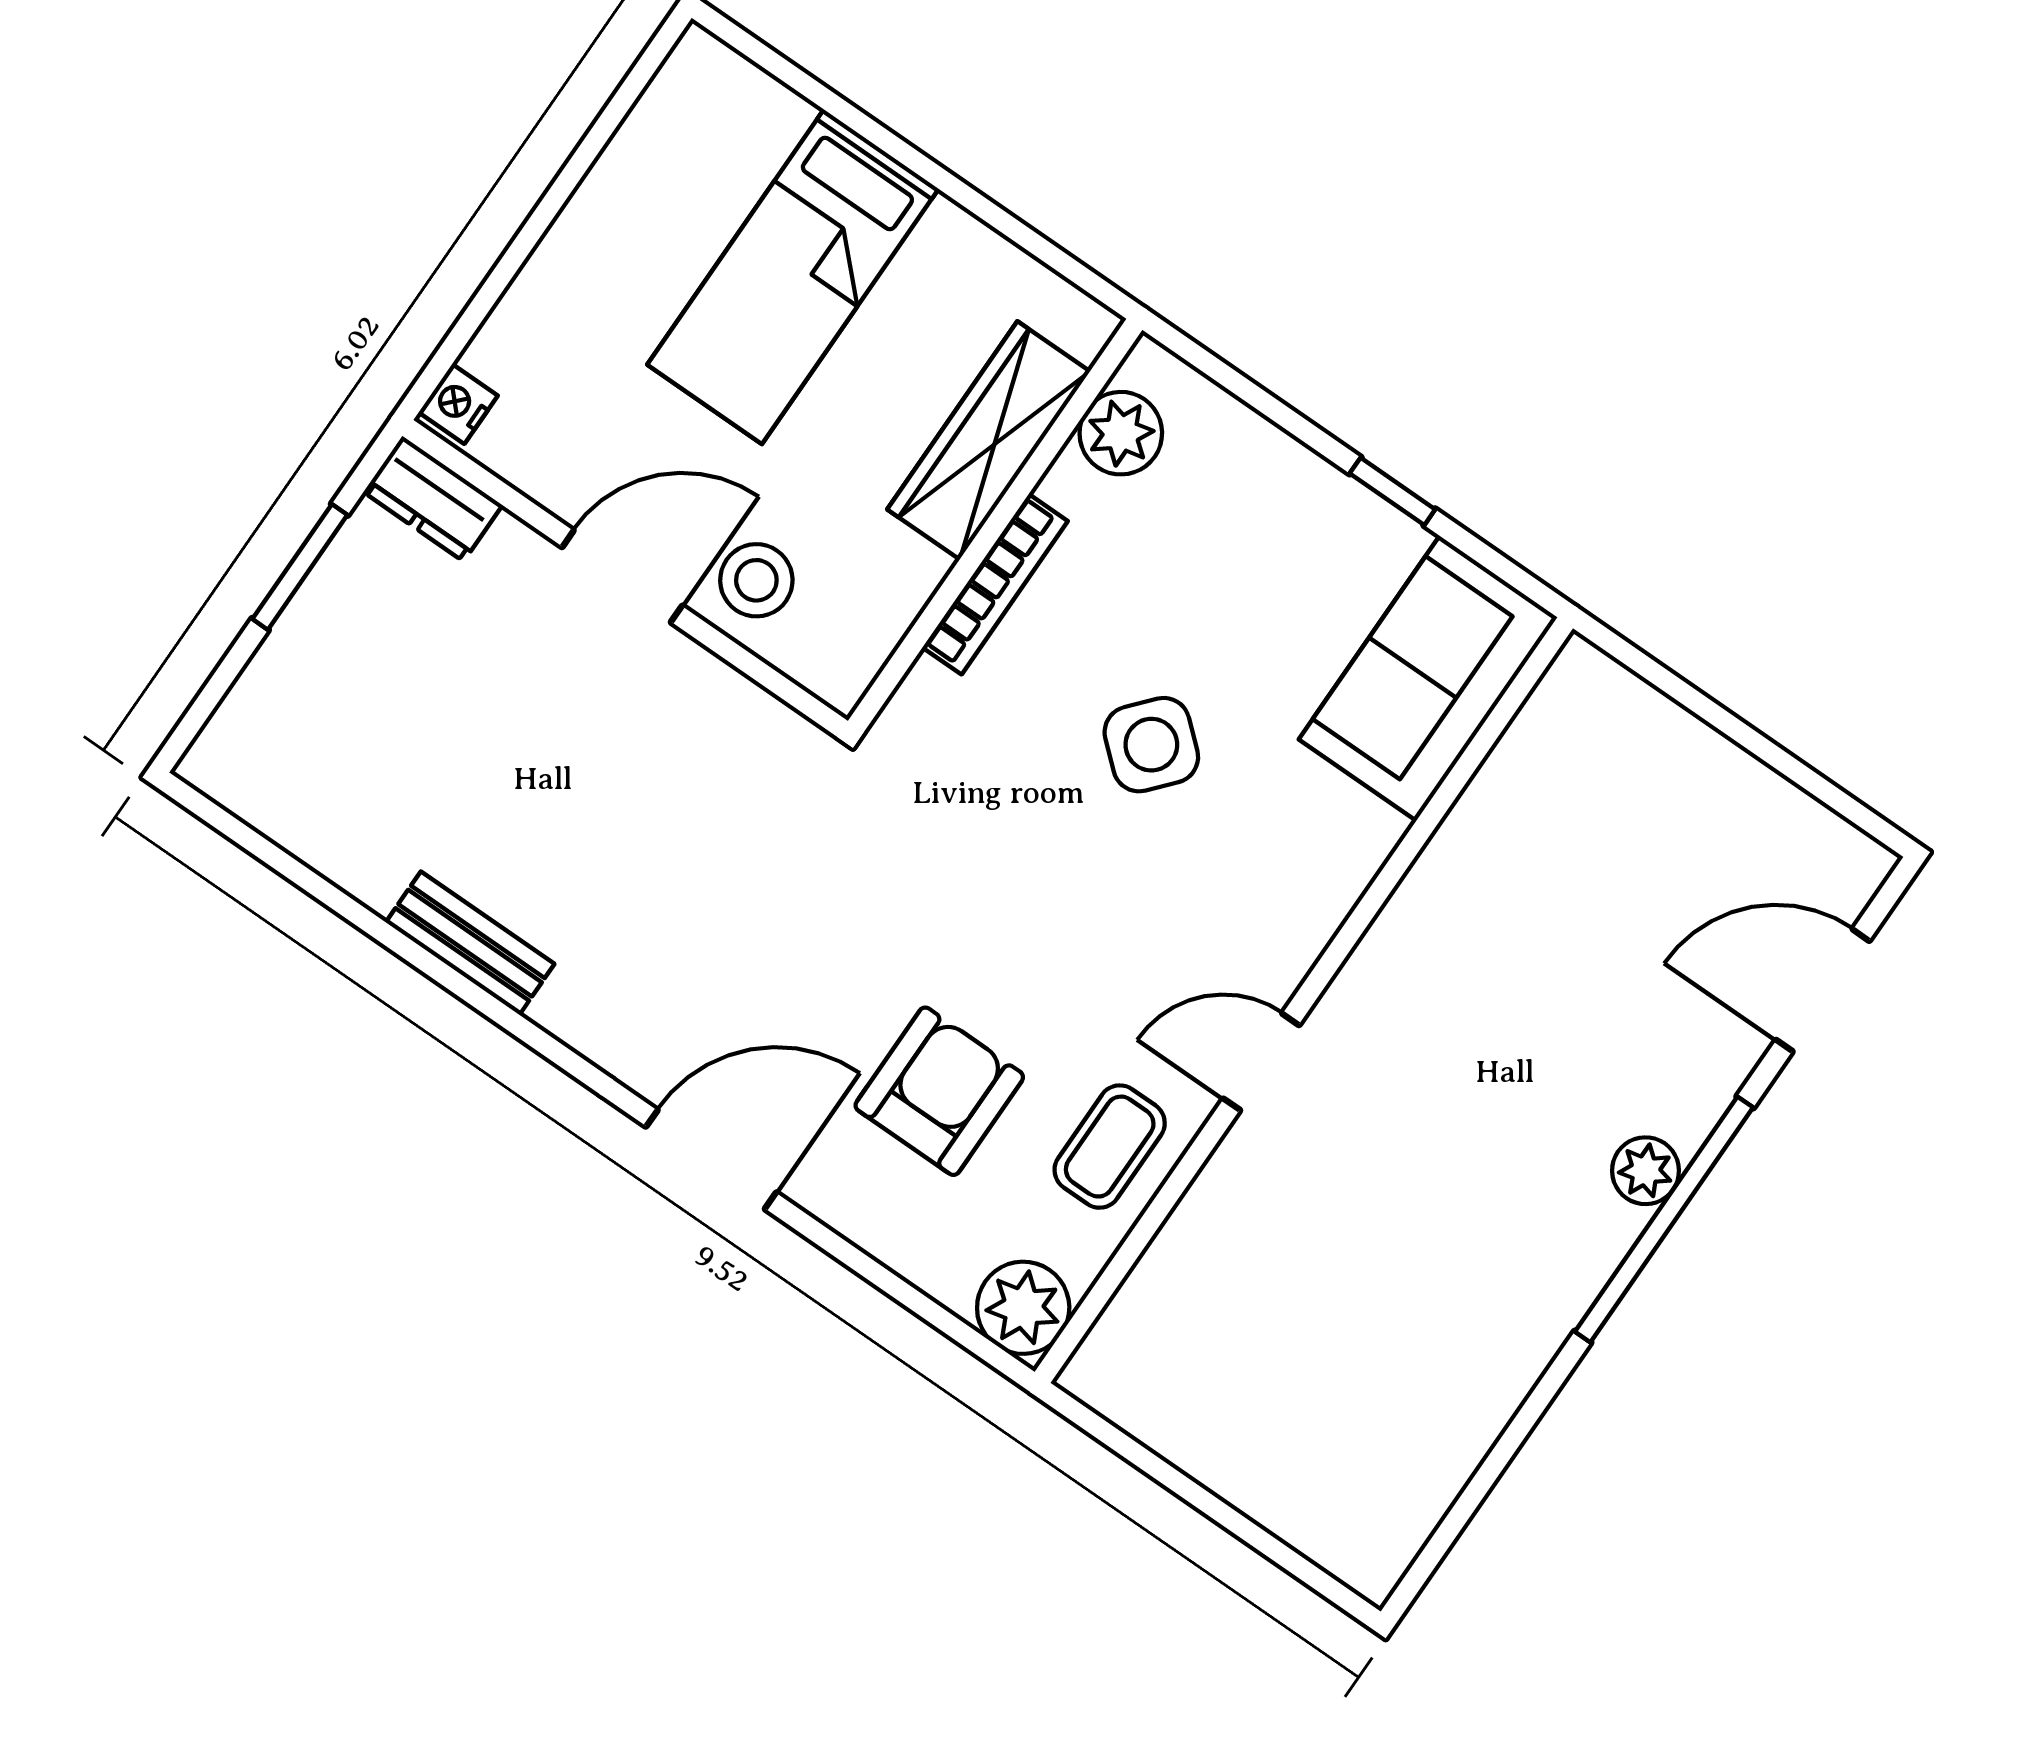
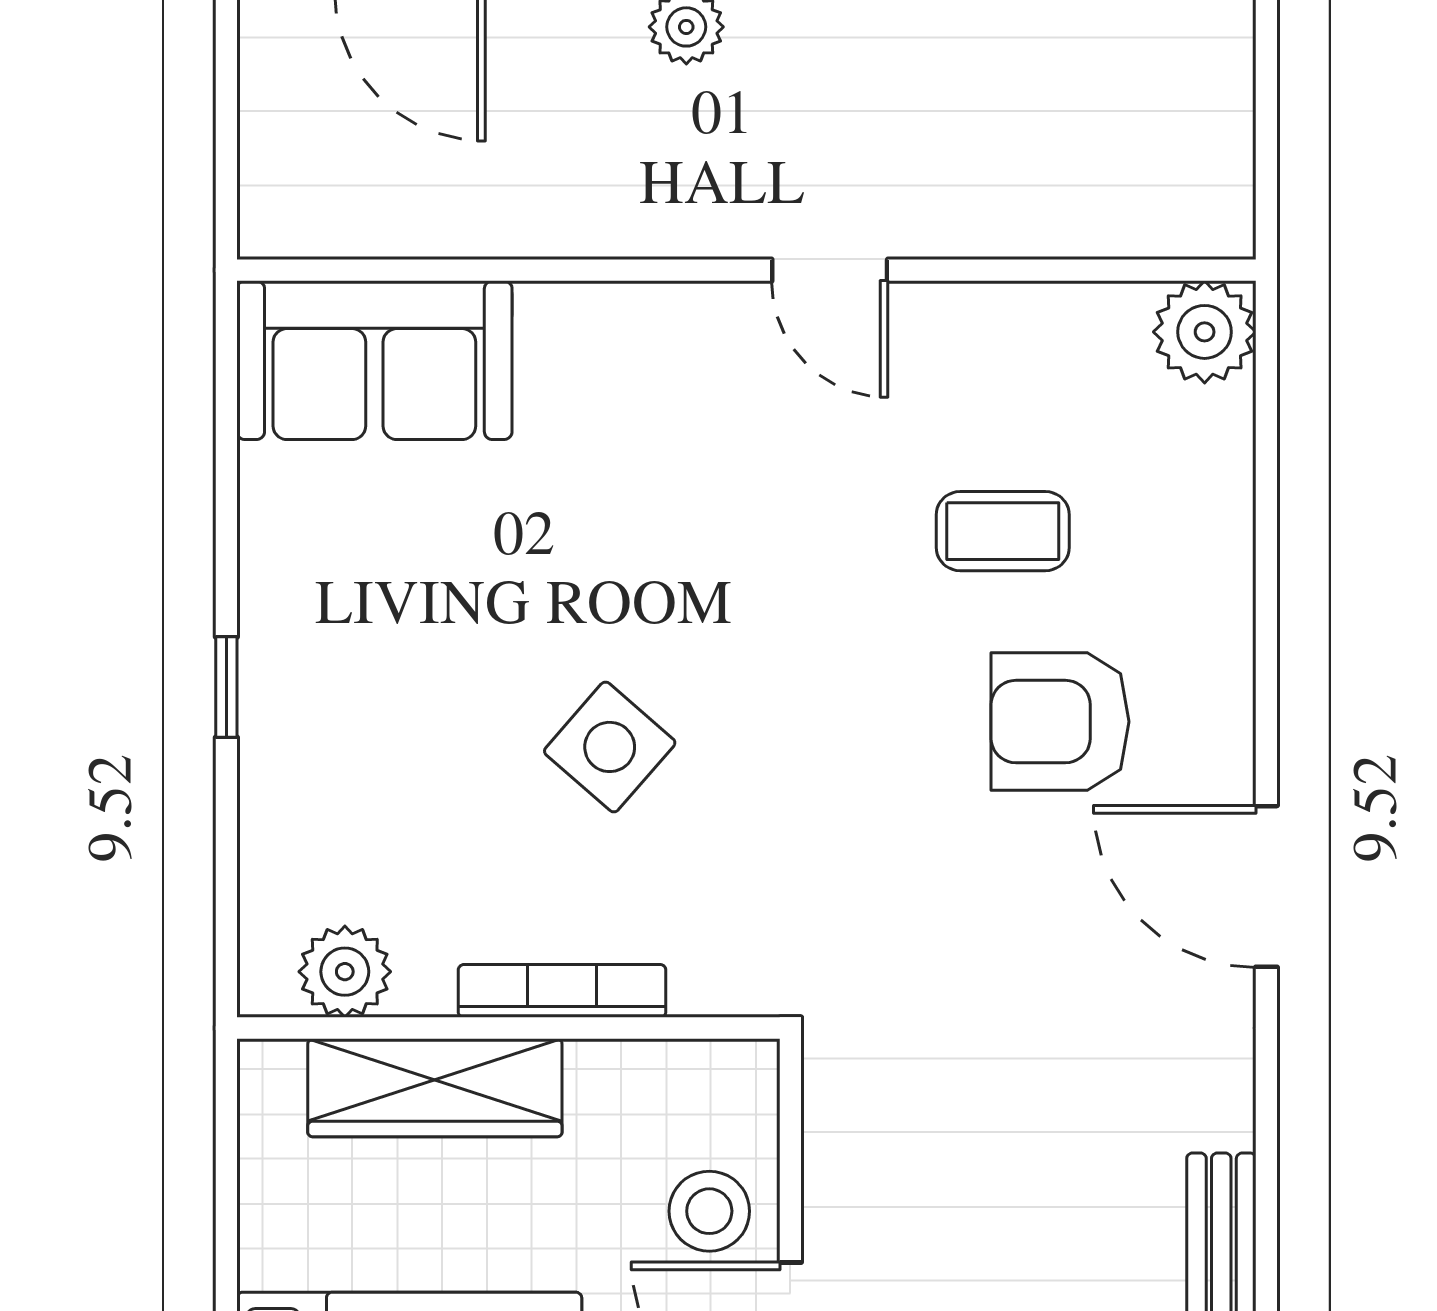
sofa: (1428, 678) -> (374, 360), moved
wall: (1304, 1000) -> (746, 270), moved
door: (1261, 1062) -> (830, 270), moved
plant: (1023, 1308) -> (1205, 332), moved

